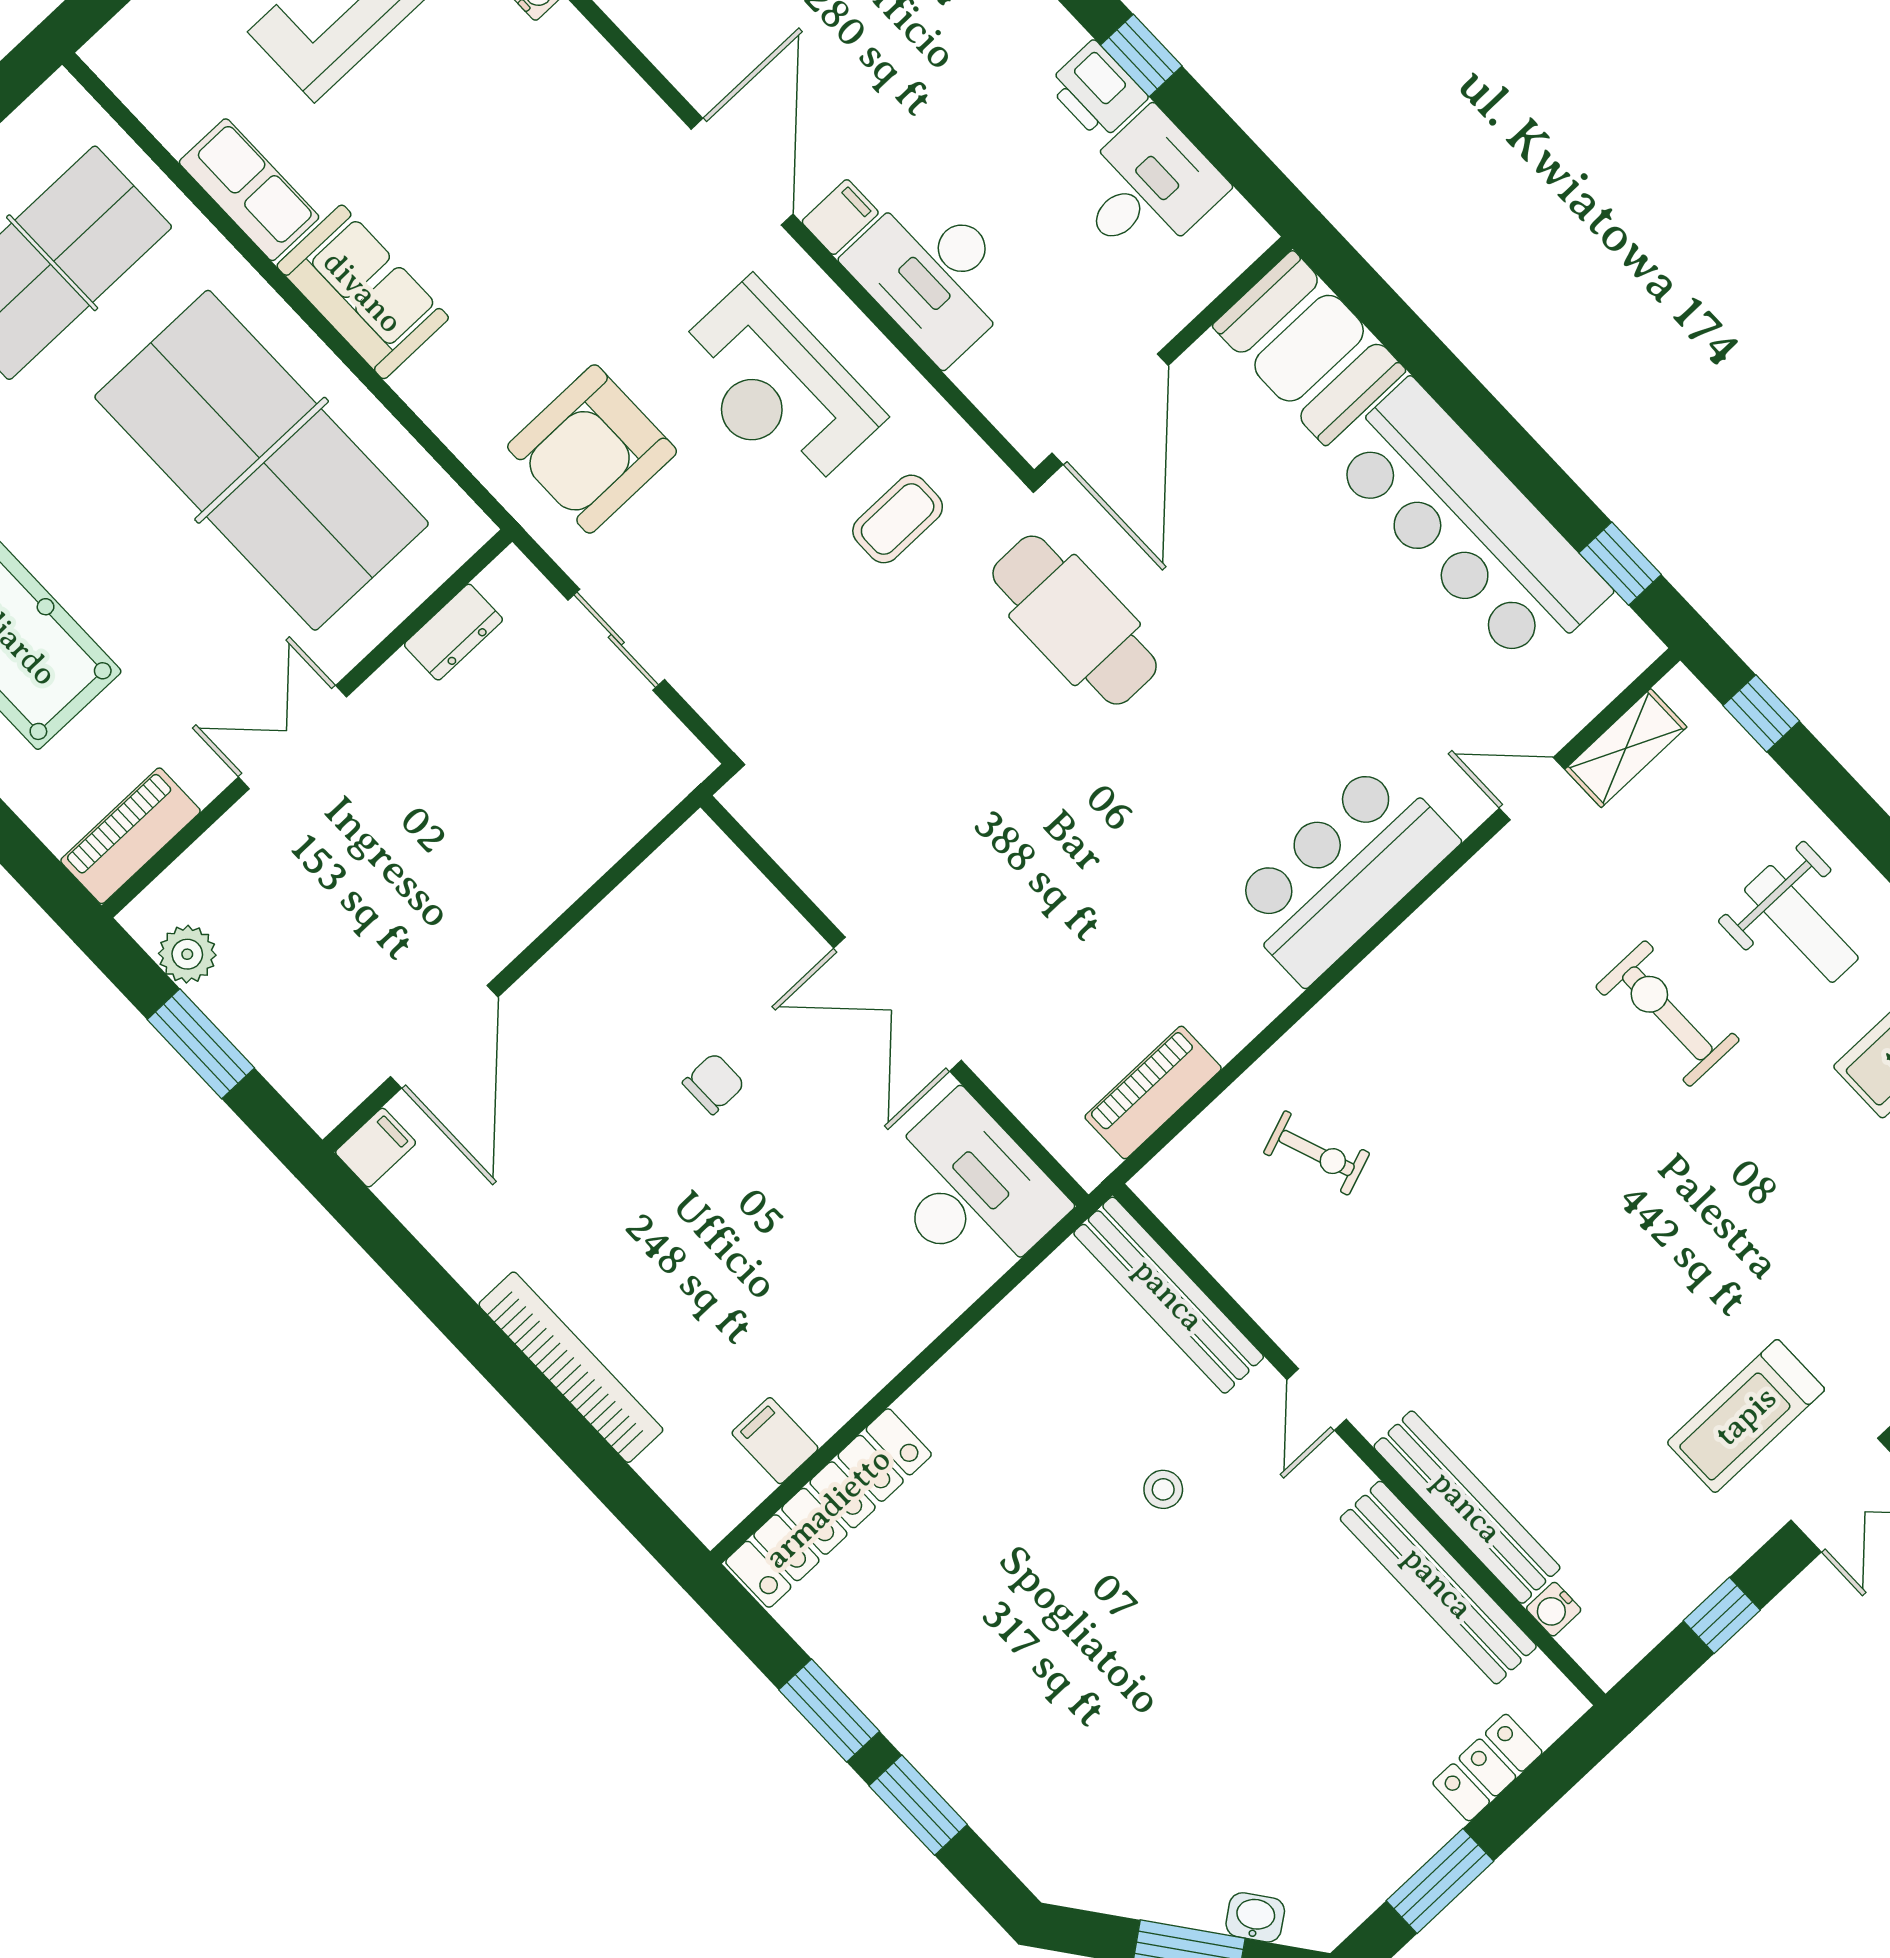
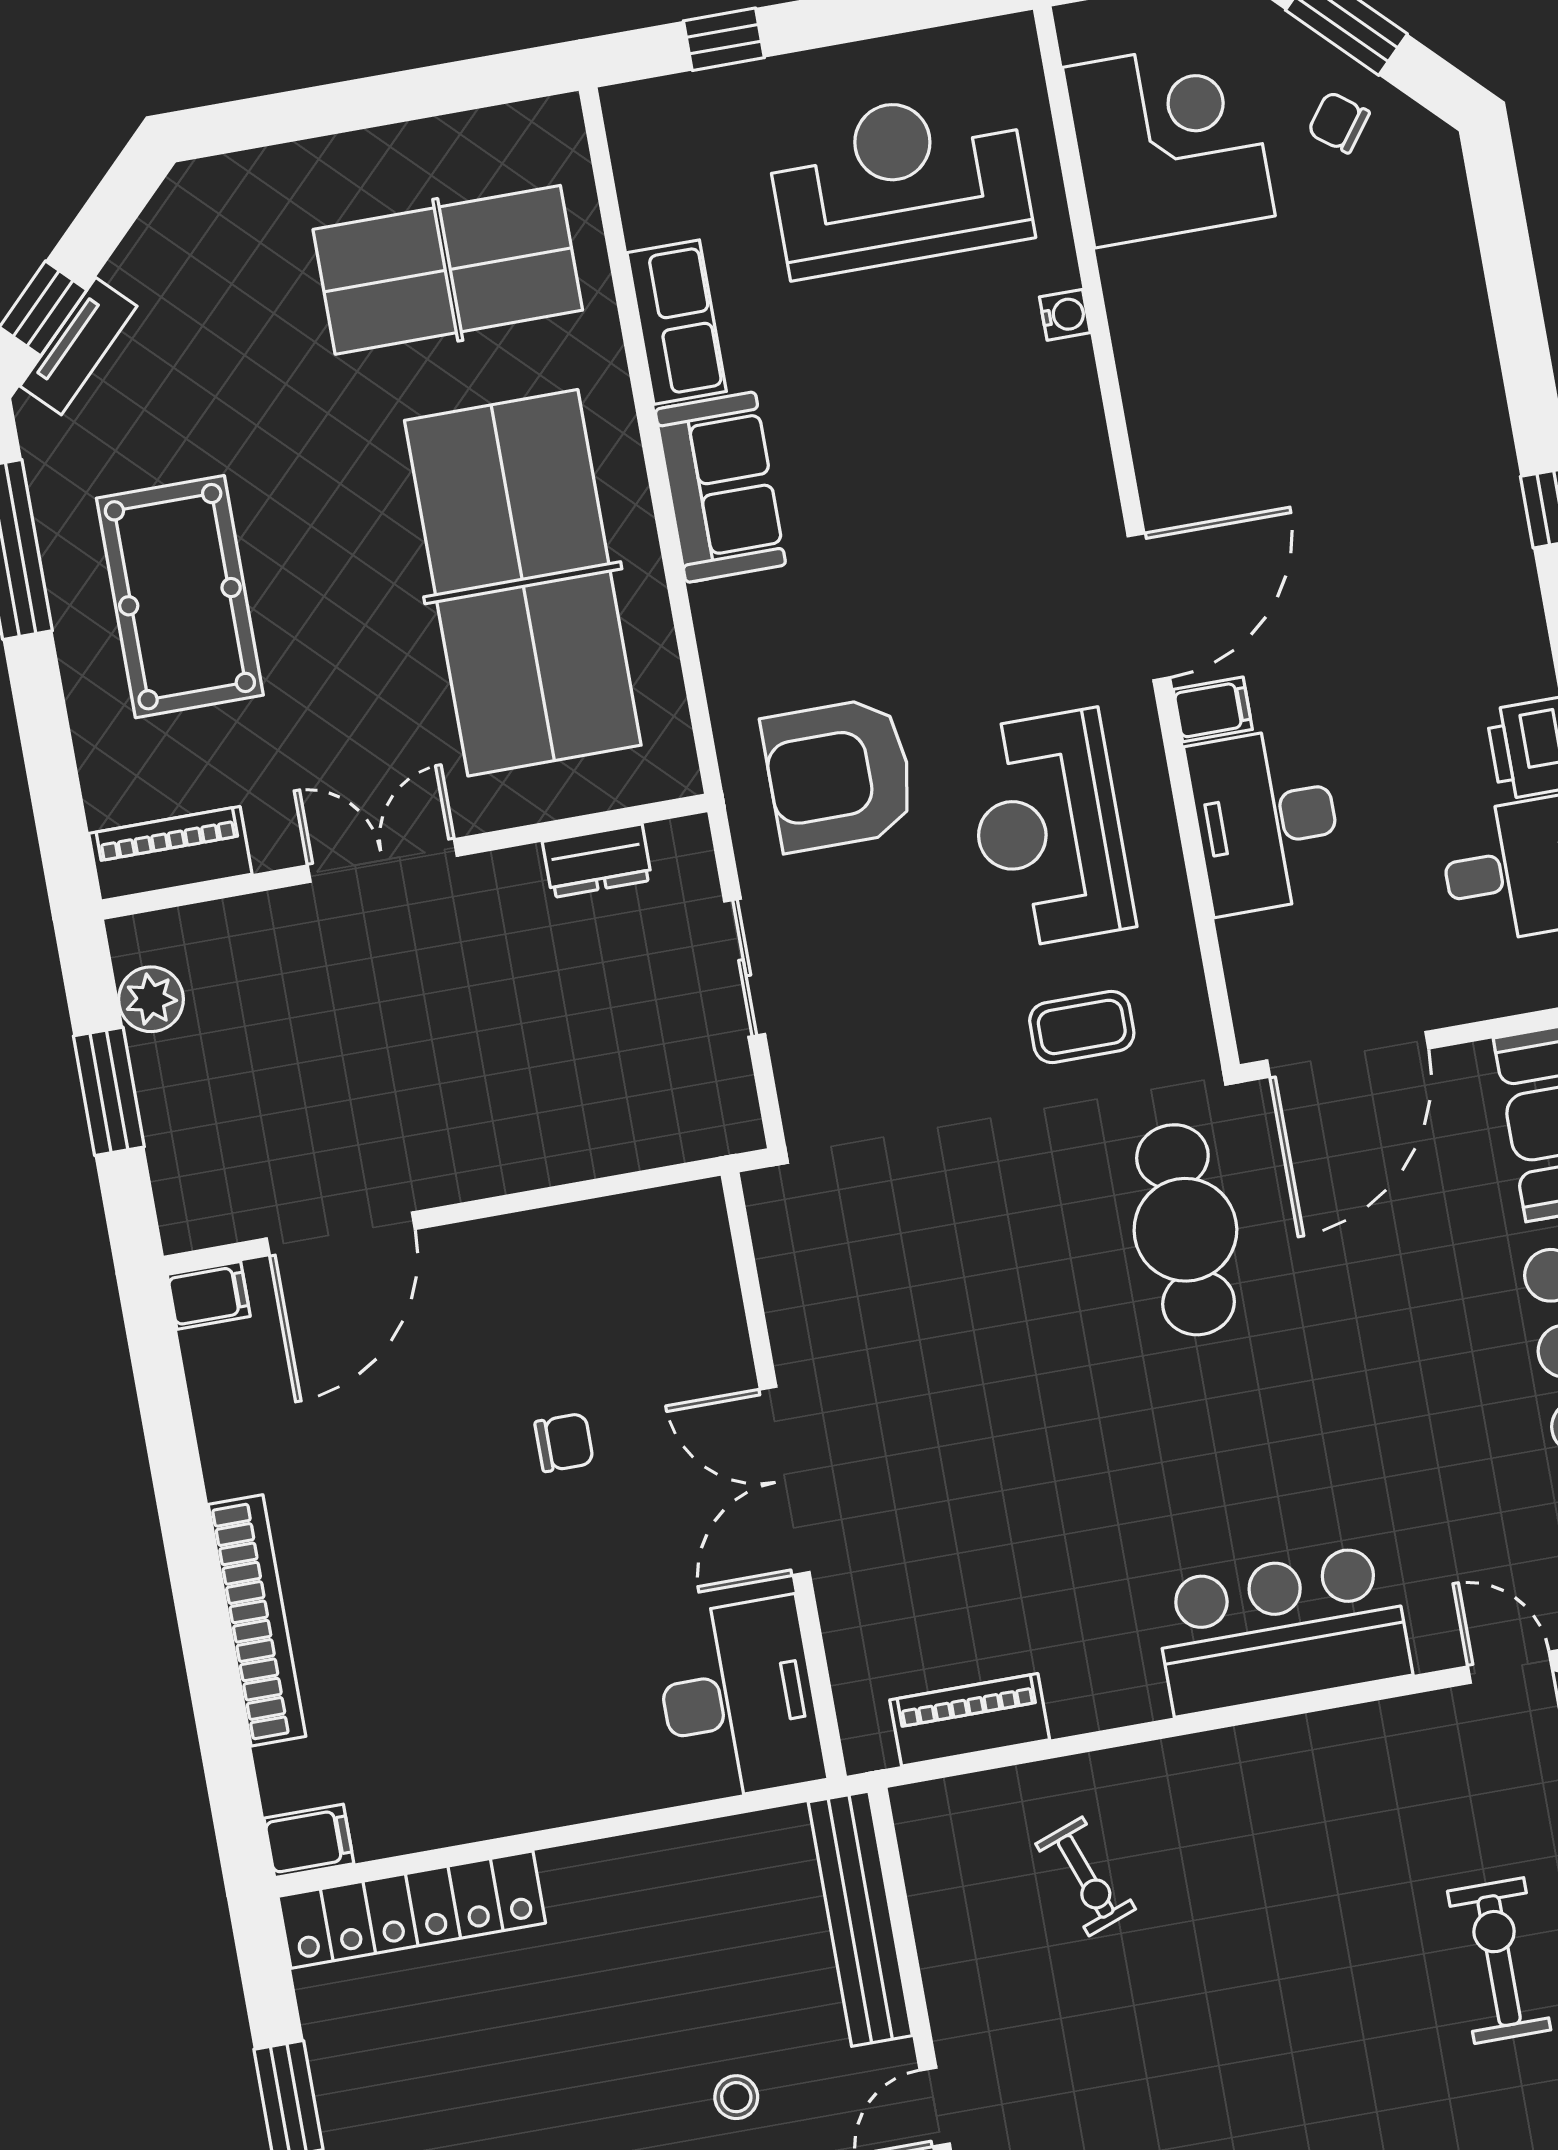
filing cabinet: (775, 1441) -> (309, 1841), moved, turned 90

